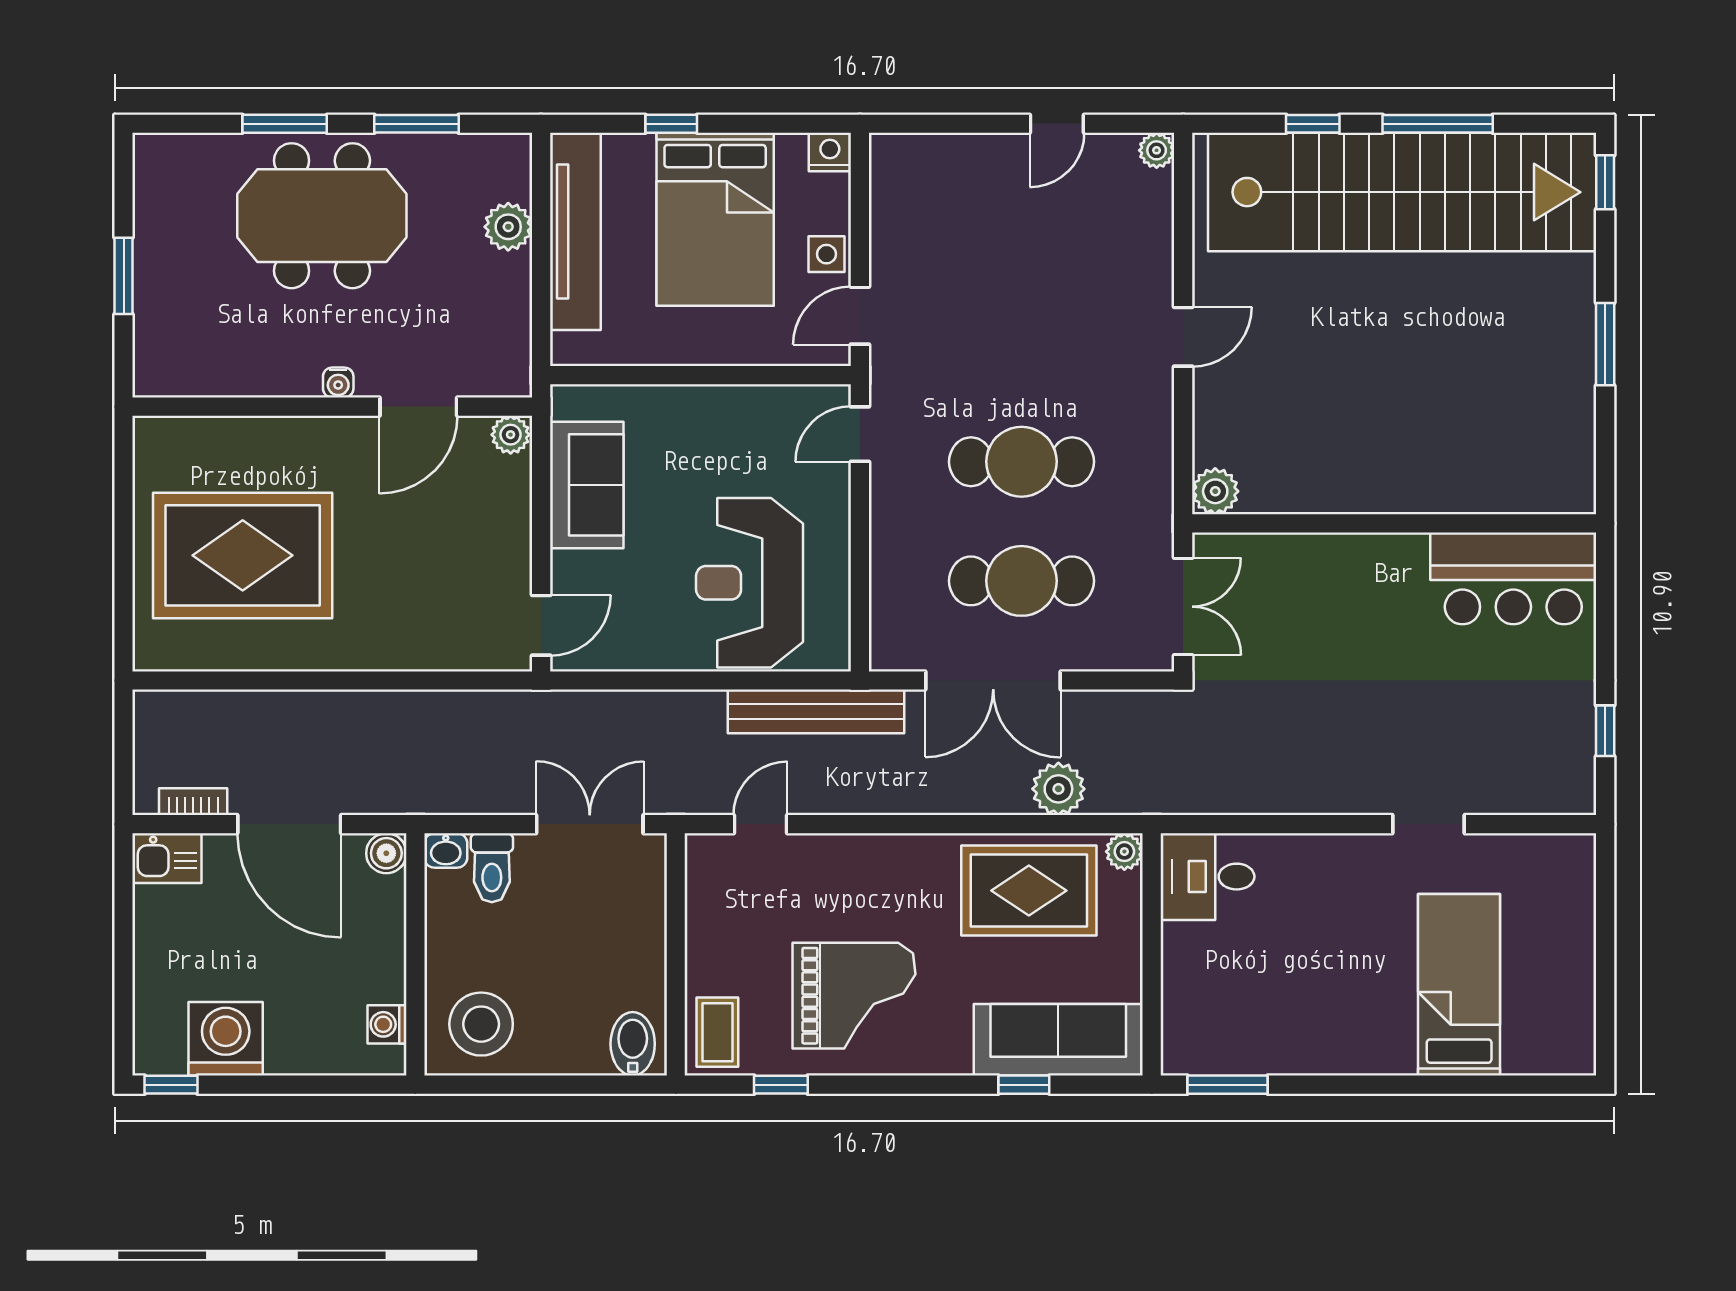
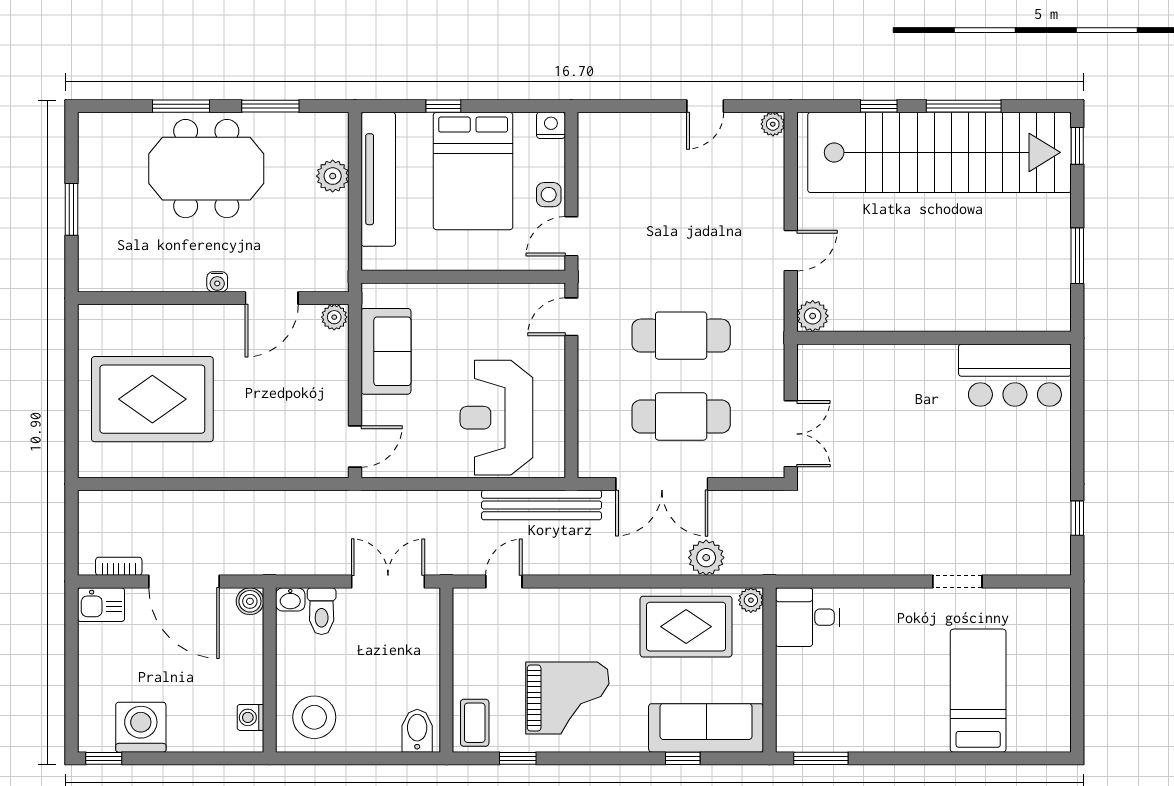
plant: (1215, 491) -> (813, 316), moved
wall: (1394, 523) -> (934, 338), moved
bar counter: (1513, 578) -> (1015, 375), moved

